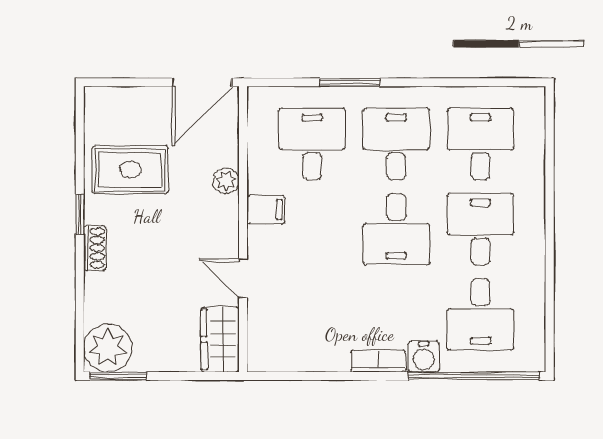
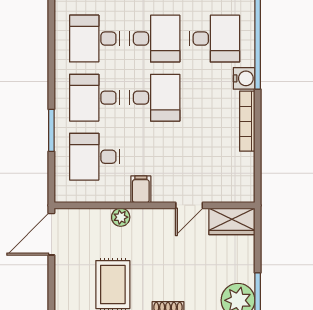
door: (202, 82) -> (51, 234), swing flipped
desk: (480, 229) -> (155, 39), turned 180
bookcase: (378, 361) -> (247, 121), width x1.56

